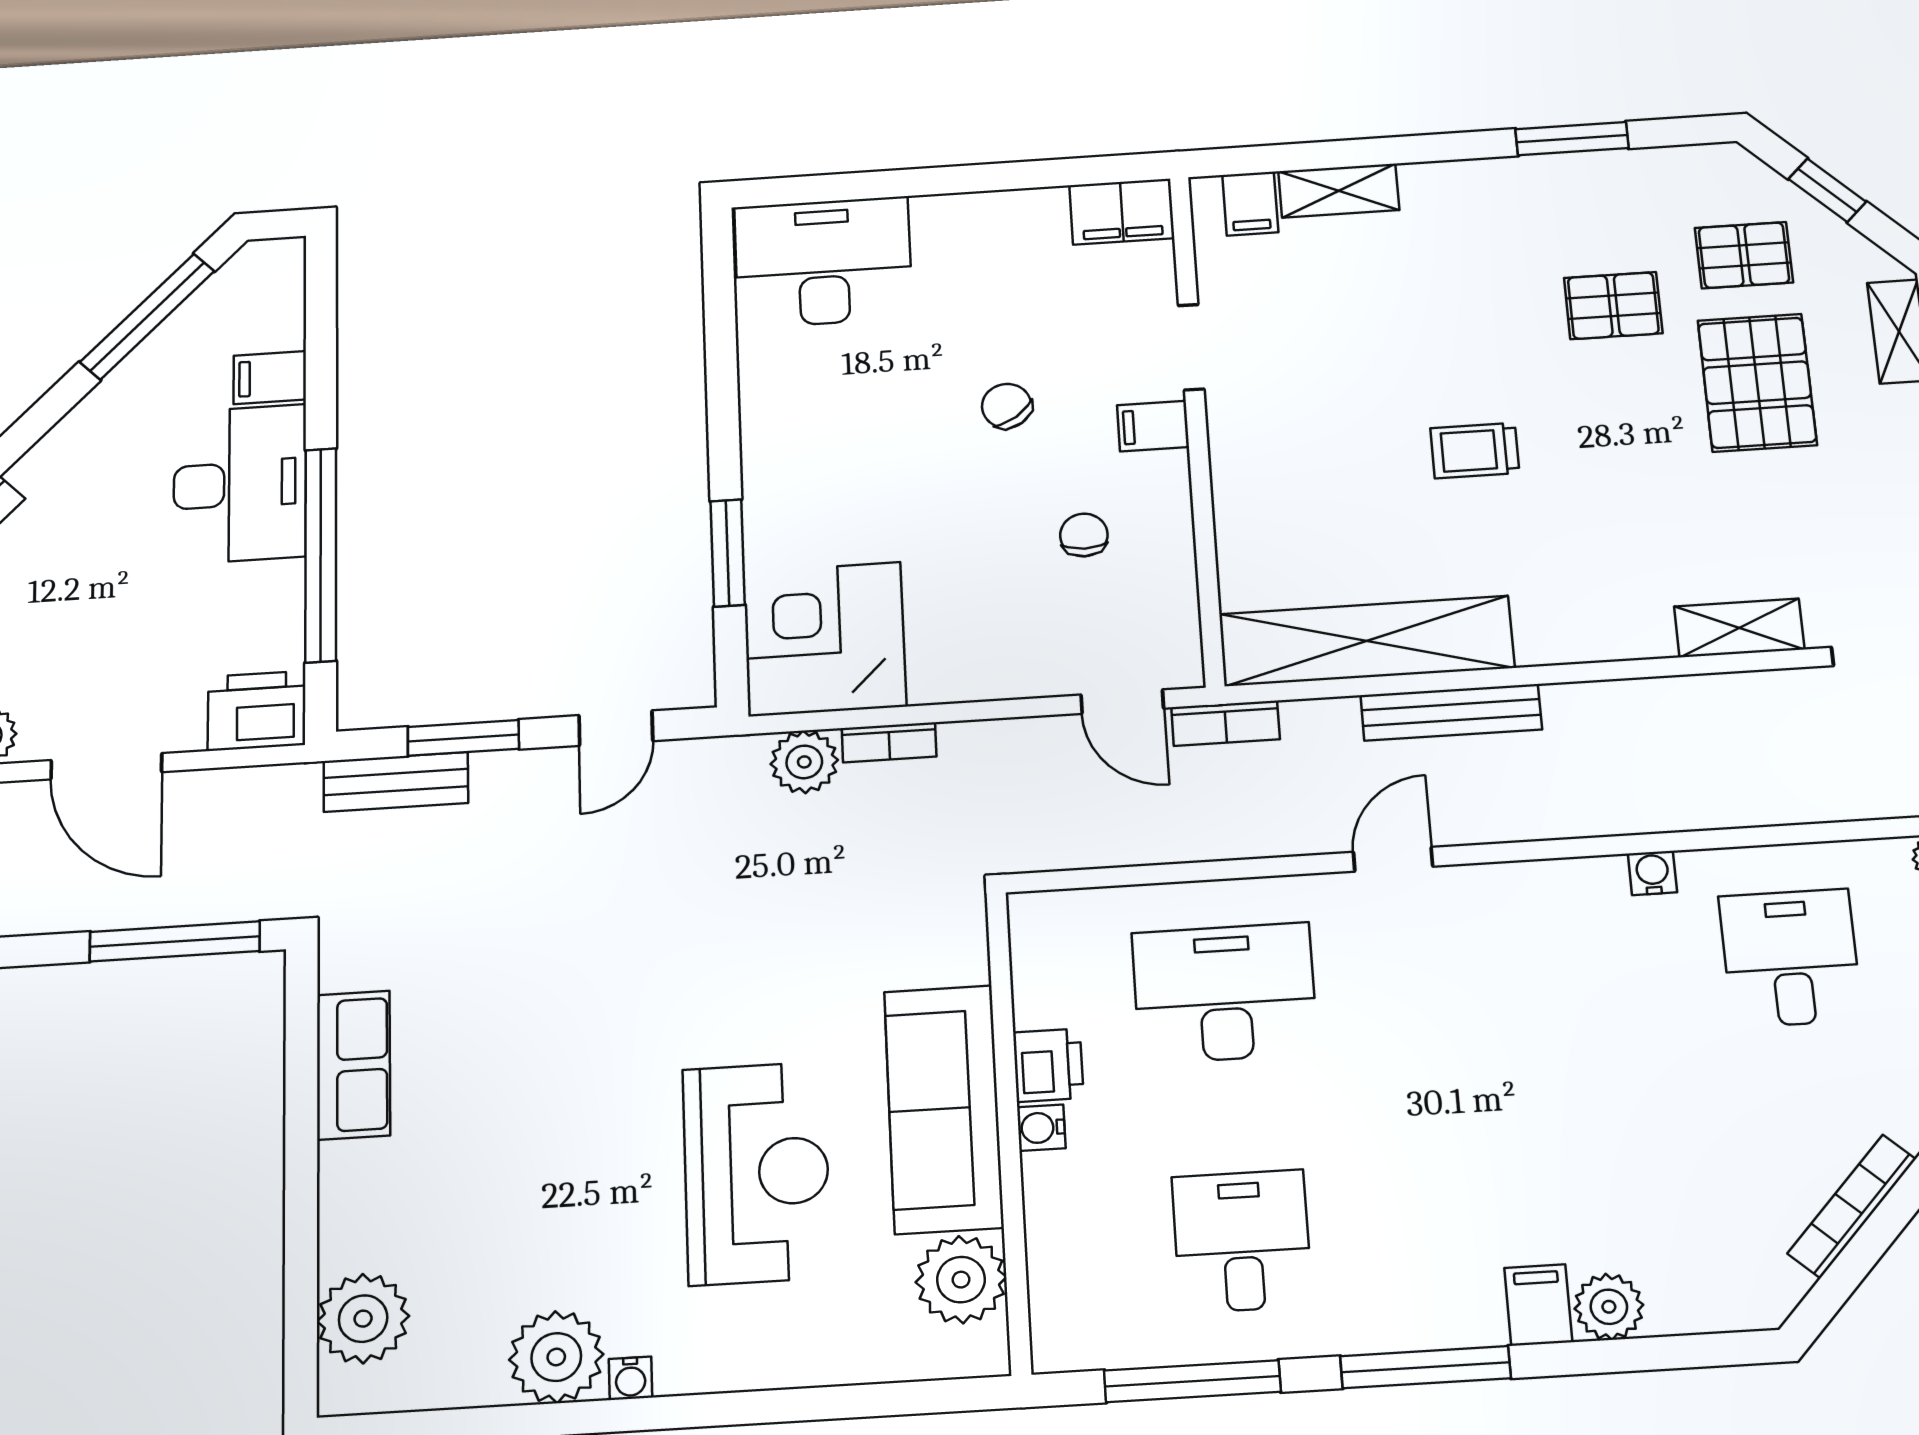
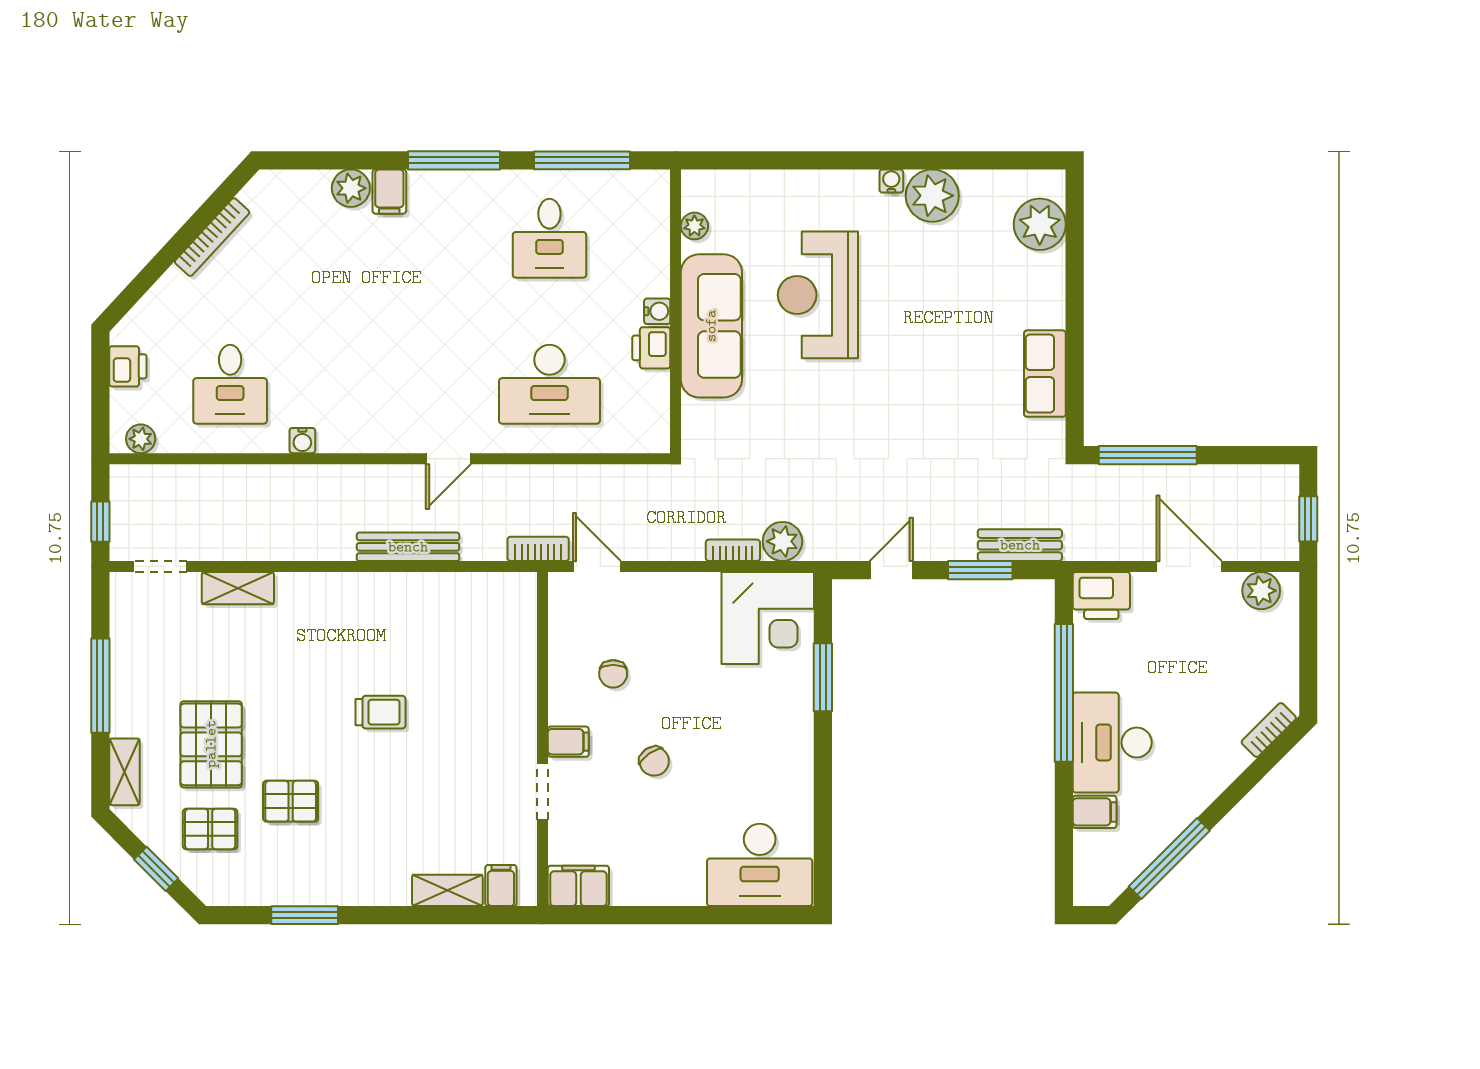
shelving: (1367, 641) -> (453, 595), removed
plant: (961, 1280) -> (694, 226), width x0.53, depth x0.53

